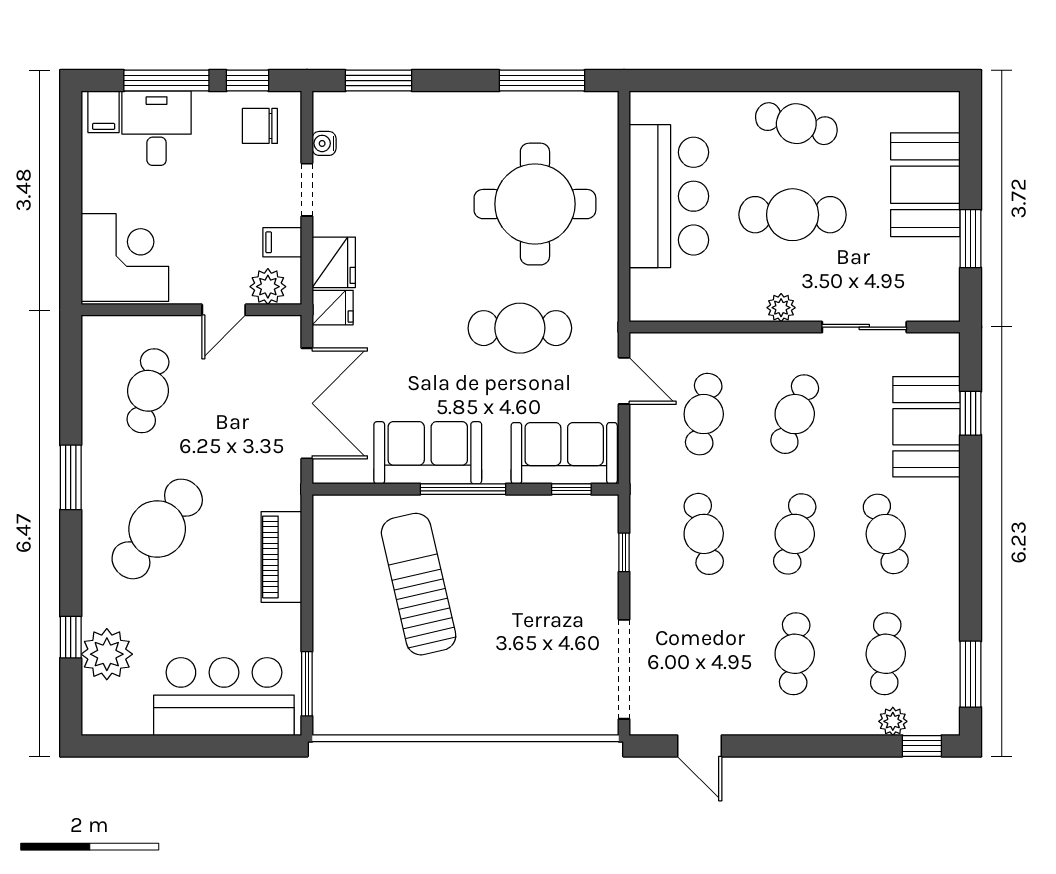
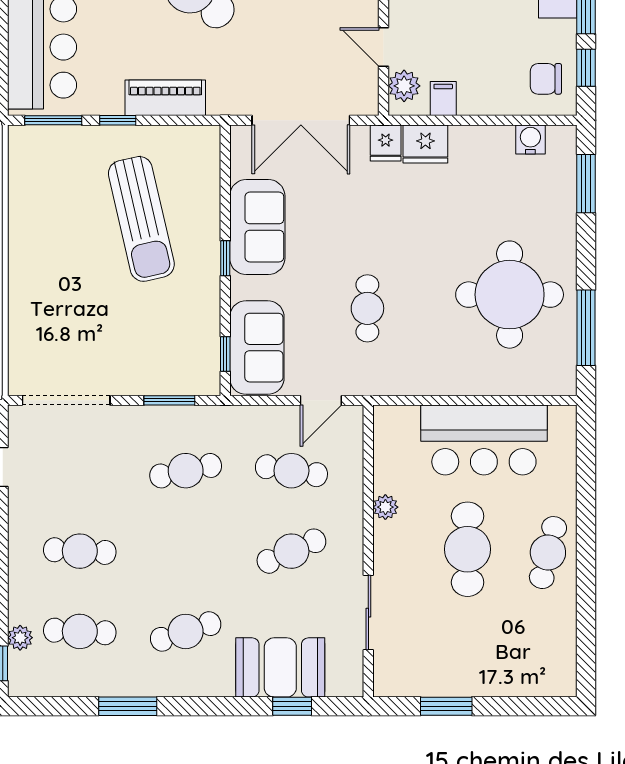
chair: (260, 126) -> (546, 79), turned -90
water cooler: (324, 143) -> (530, 139), width x1.38, depth x1.38
booth: (925, 185) -> (494, 666), removed
doorway: (307, 190) -> (490, 120), removed
round table: (535, 204) -> (510, 295), moved
plant: (781, 308) -> (385, 507), moved
cafe table: (520, 328) -> (367, 308), width x0.73, depth x0.74
cafe table: (795, 414) -> (291, 551), turned -45
window: (463, 489) -> (225, 258), width x0.46
cafe table: (795, 534) -> (186, 551), removed
window: (624, 552) -> (169, 400), width x1.50
sun lounger: (419, 584) -> (141, 219), turned 90
window: (307, 611) -> (118, 120), added
window: (971, 674) -> (128, 706), moved

